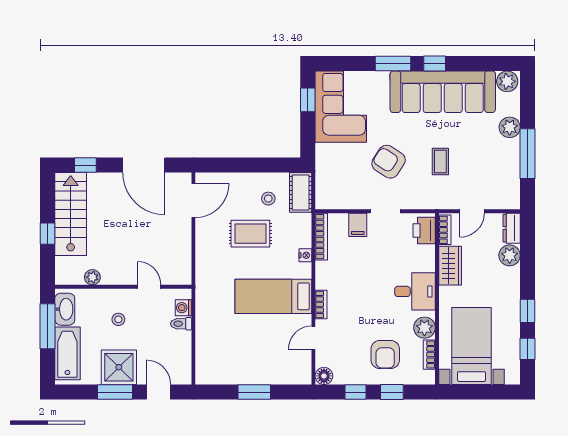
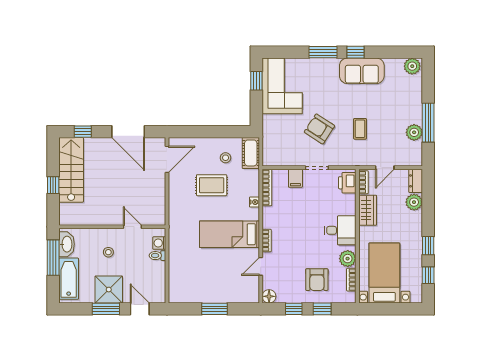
sofa: (443, 92) -> (362, 71), width x0.54, depth x0.79
plant: (510, 127) -> (414, 132), moved
plant: (92, 277) -> (88, 219), removed

